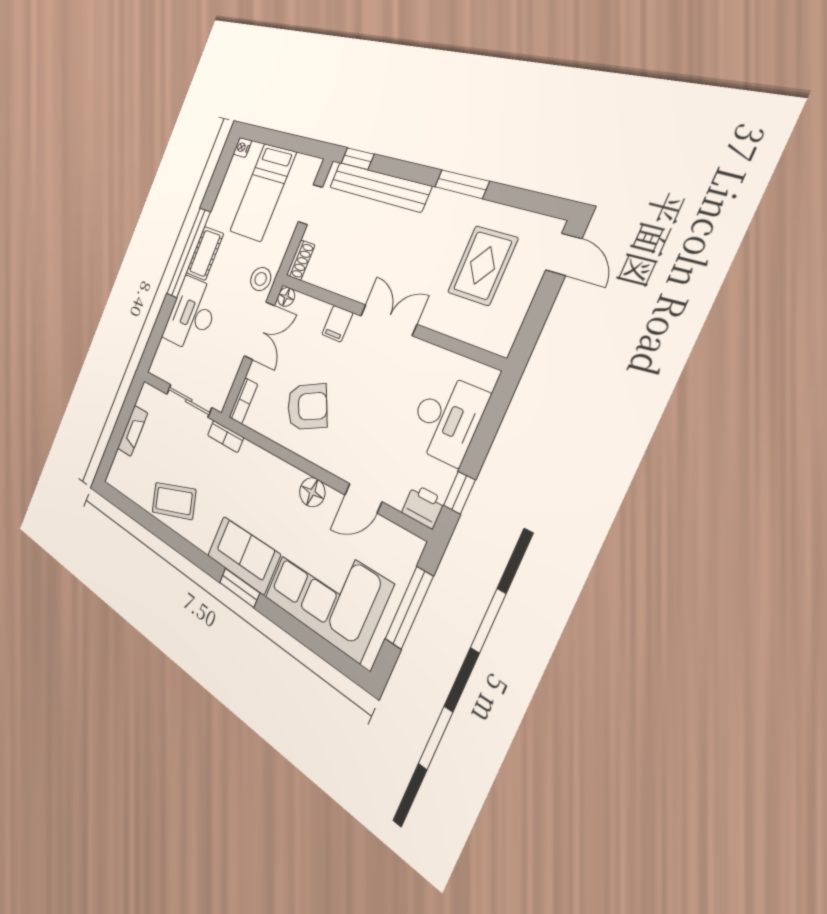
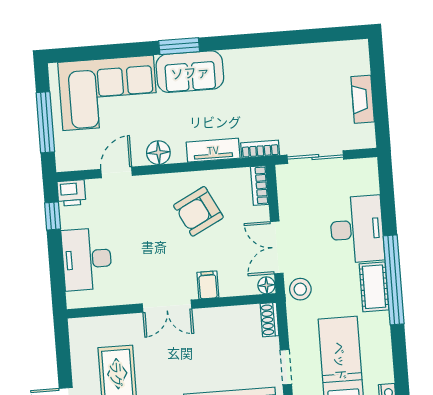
tv unit: (263, 462) -> (213, 150), added
coffee table: (174, 501) -> (281, 70), removed

